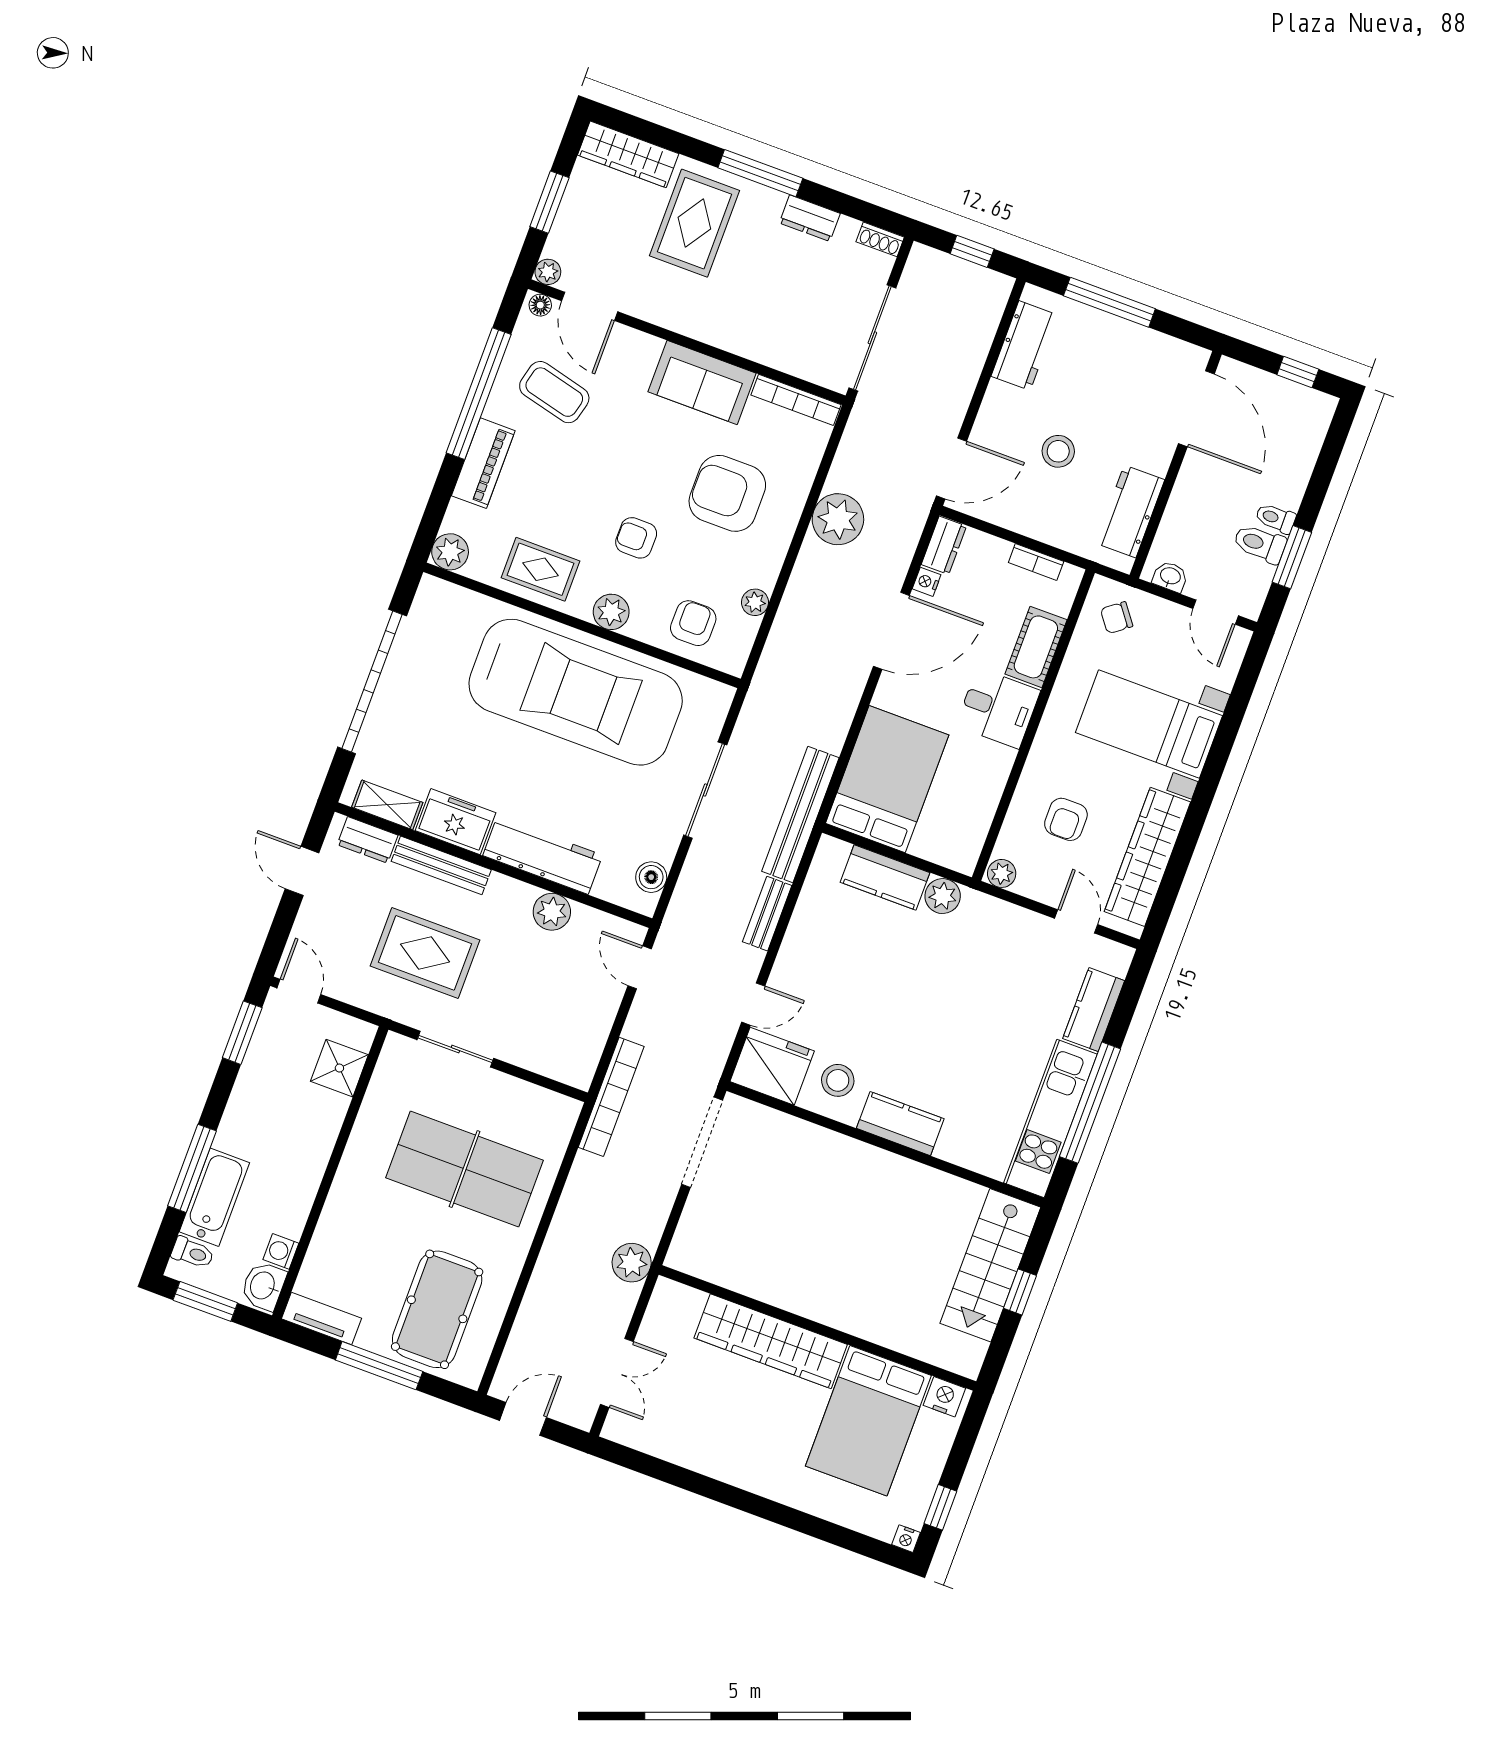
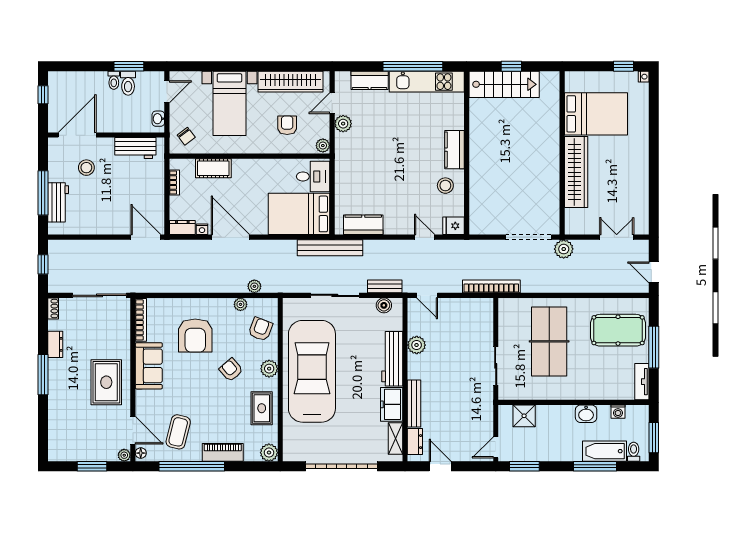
wardrobe: (628, 154) -> (57, 438), removed
rug: (694, 223) -> (106, 382), moved, turned 90
door: (590, 306) -> (133, 430), hinge flipped
workbench: (1024, 346) -> (58, 202), moved, turned 90
stool: (1058, 451) -> (86, 168), moved
plant: (838, 519) -> (254, 286), moved, width x0.53, depth x0.53
armchair: (636, 538) -> (231, 370), turned 139
armchair: (693, 623) -> (260, 329), turned 111
desk: (998, 708) -> (313, 176), moved, turned 90
armchair: (1066, 819) -> (287, 125), turned -90
door: (302, 871) -> (440, 466), swing flipped
kitchen counter: (885, 877) -> (363, 225), moved, turned -90
plant: (943, 896) -> (343, 124), moved
bench: (767, 914) -> (385, 286), moved
rug: (425, 953) -> (457, 396), removed
door: (640, 967) -> (427, 295), hinge flipped
fridge: (772, 1066) -> (454, 226), width x0.53, depth x0.75
doorway: (702, 1142) -> (529, 237), moved
washbasin: (263, 1286) -> (586, 414), moved
nightstand: (944, 1397) -> (572, 83), removed

